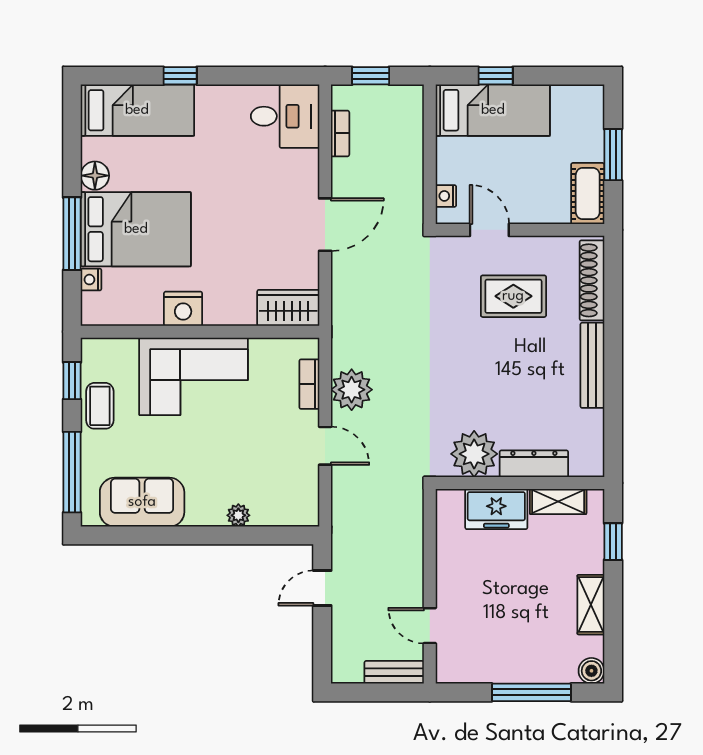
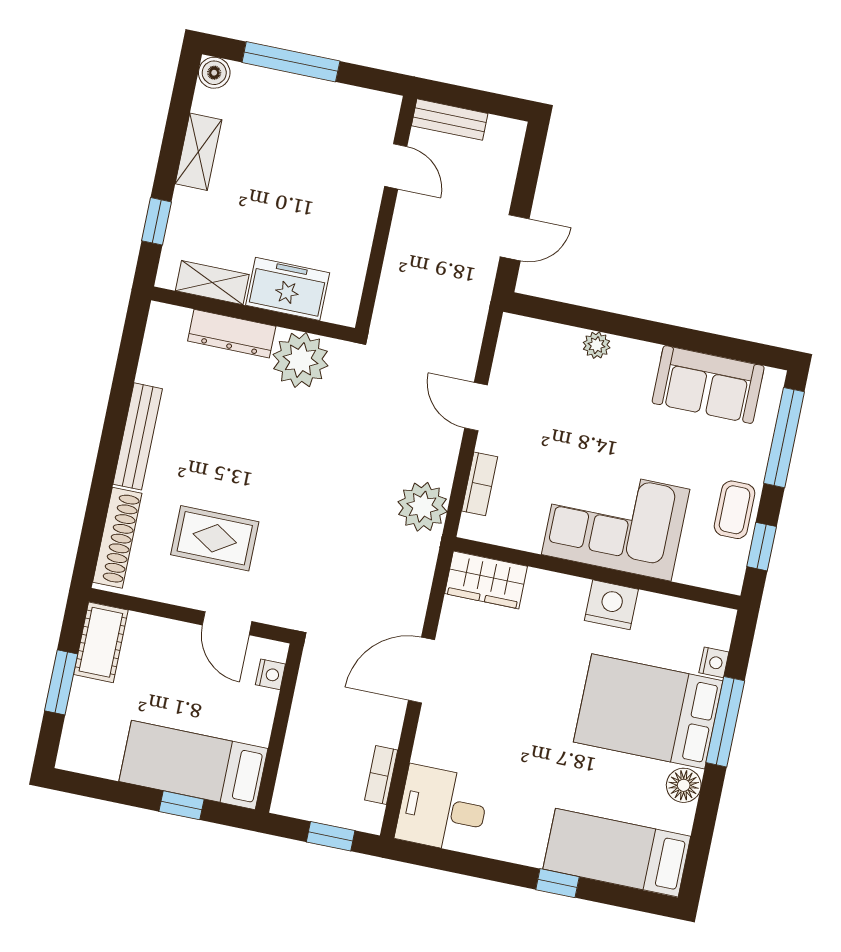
plant: (352, 390) -> (422, 507), moved

